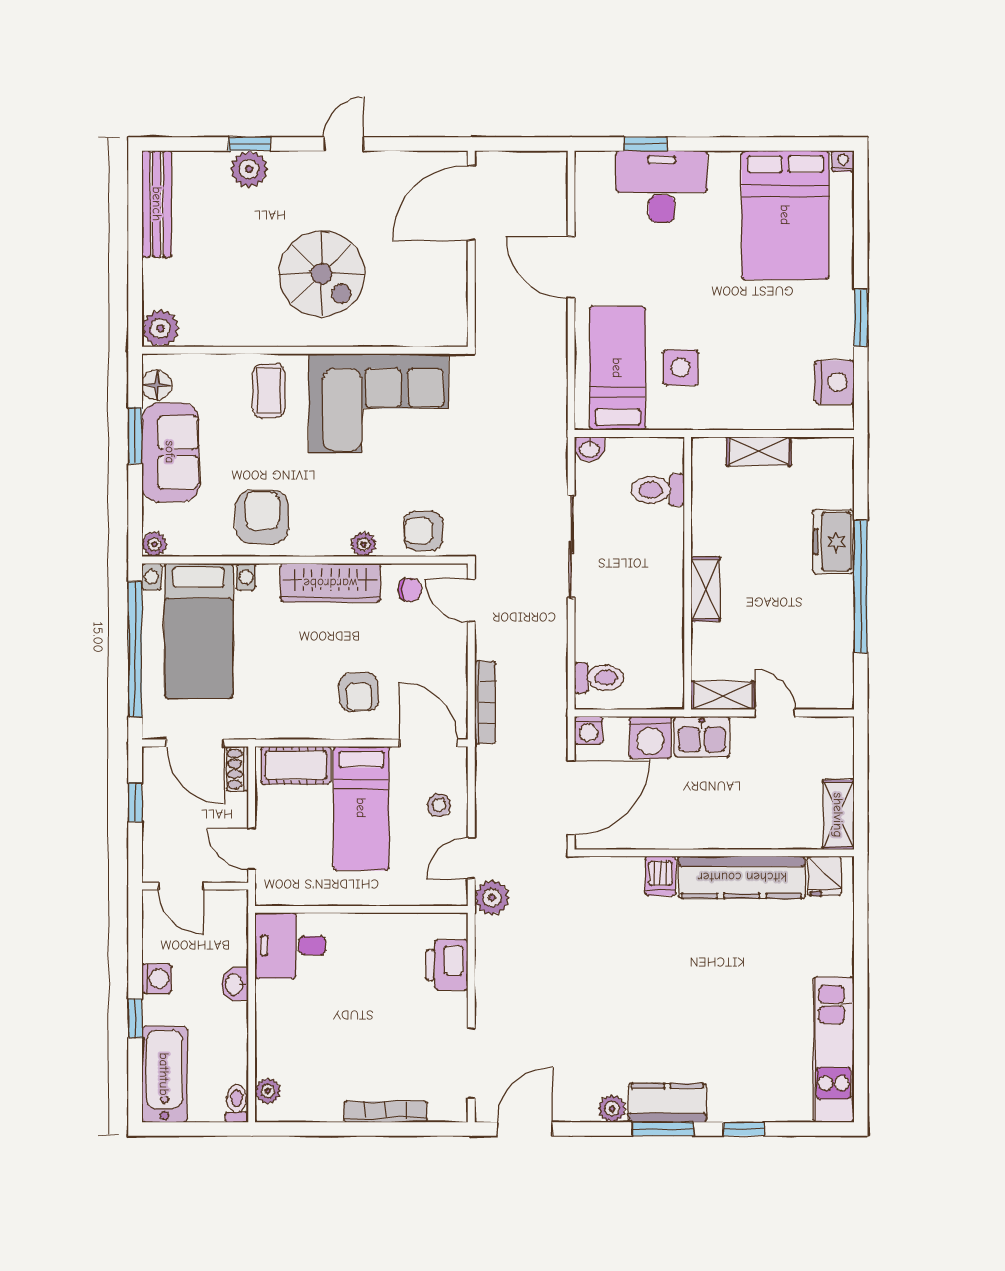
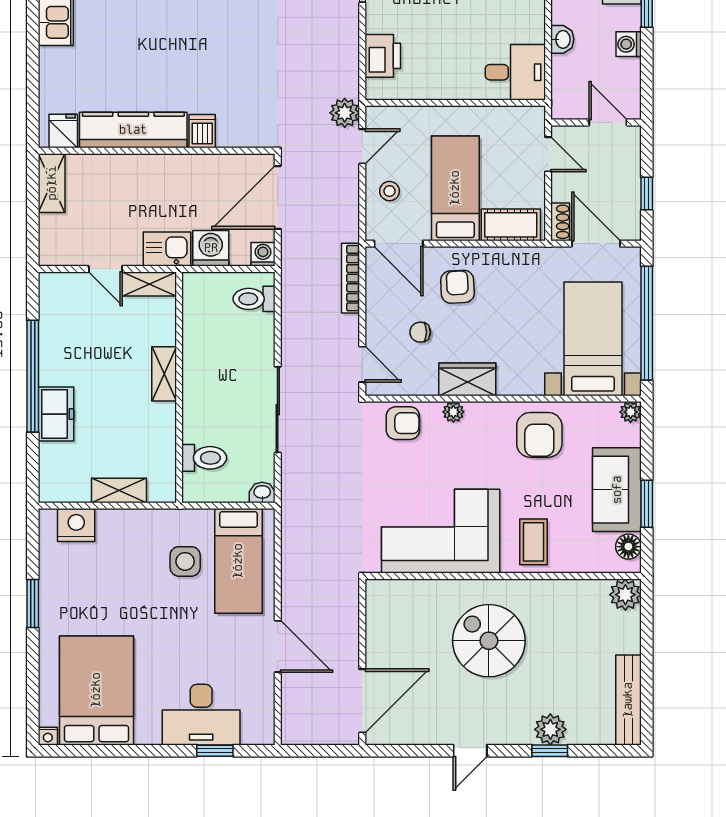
nightstand: (834, 382) -> (76, 525), moved, turned 90
wardrobe: (330, 583) -> (467, 379), width x0.67
chair: (410, 590) -> (420, 332), moved

